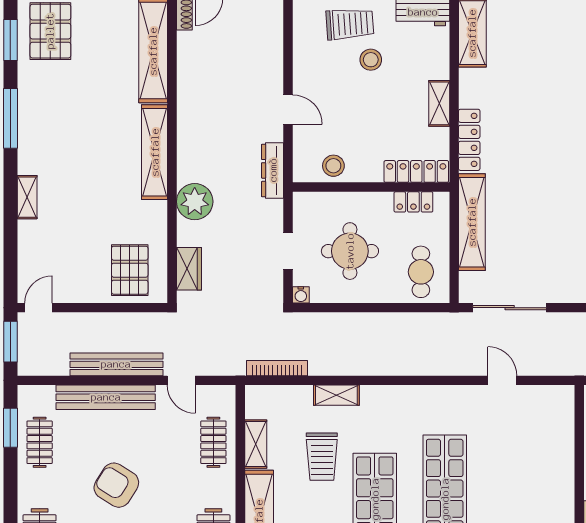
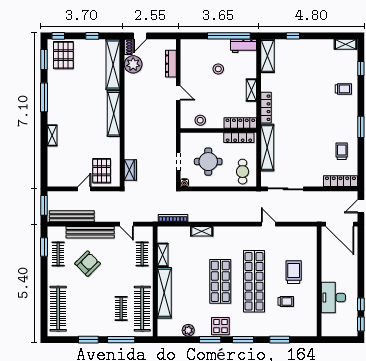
trolley: (350, 24) -> (208, 52), removed
dresser: (273, 170) -> (171, 64), moved
plant: (195, 202) -> (133, 64), moved
locker: (413, 202) -> (239, 138), width x1.53
door: (39, 308) -> (84, 189), moved
bench: (116, 364) -> (72, 216), moved
door: (502, 380) -> (268, 224), moved
trolley: (322, 457) -> (294, 272), moved, turned 180
armchair: (116, 485) -> (88, 264), moved, turned 103

